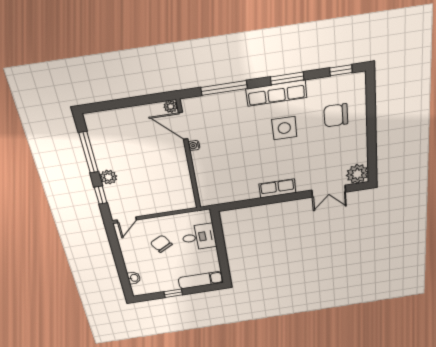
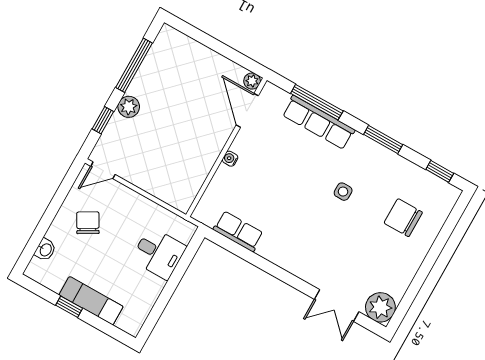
row of seats: (276, 93) -> (319, 122), moved
side table: (284, 128) -> (343, 192), width x0.54, depth x0.54
water cooler: (194, 145) -> (230, 159), moved
row of seats: (277, 188) -> (238, 231), moved
chair: (161, 244) -> (88, 223), moved
exam couch: (201, 280) -> (91, 301), moved

